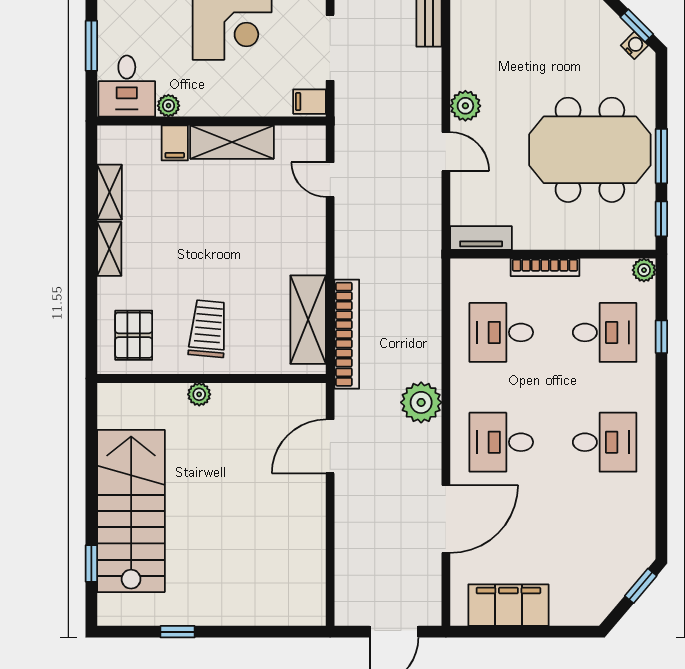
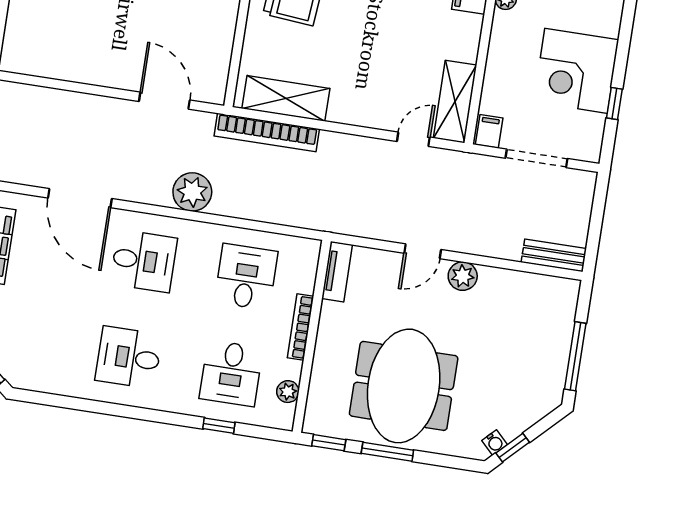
shelving: (232, 142) -> (455, 102), moved
plant: (644, 270) -> (288, 392), moved
desk: (501, 442) -> (144, 261), turned 90
desk: (605, 442) -> (129, 357), turned 90

